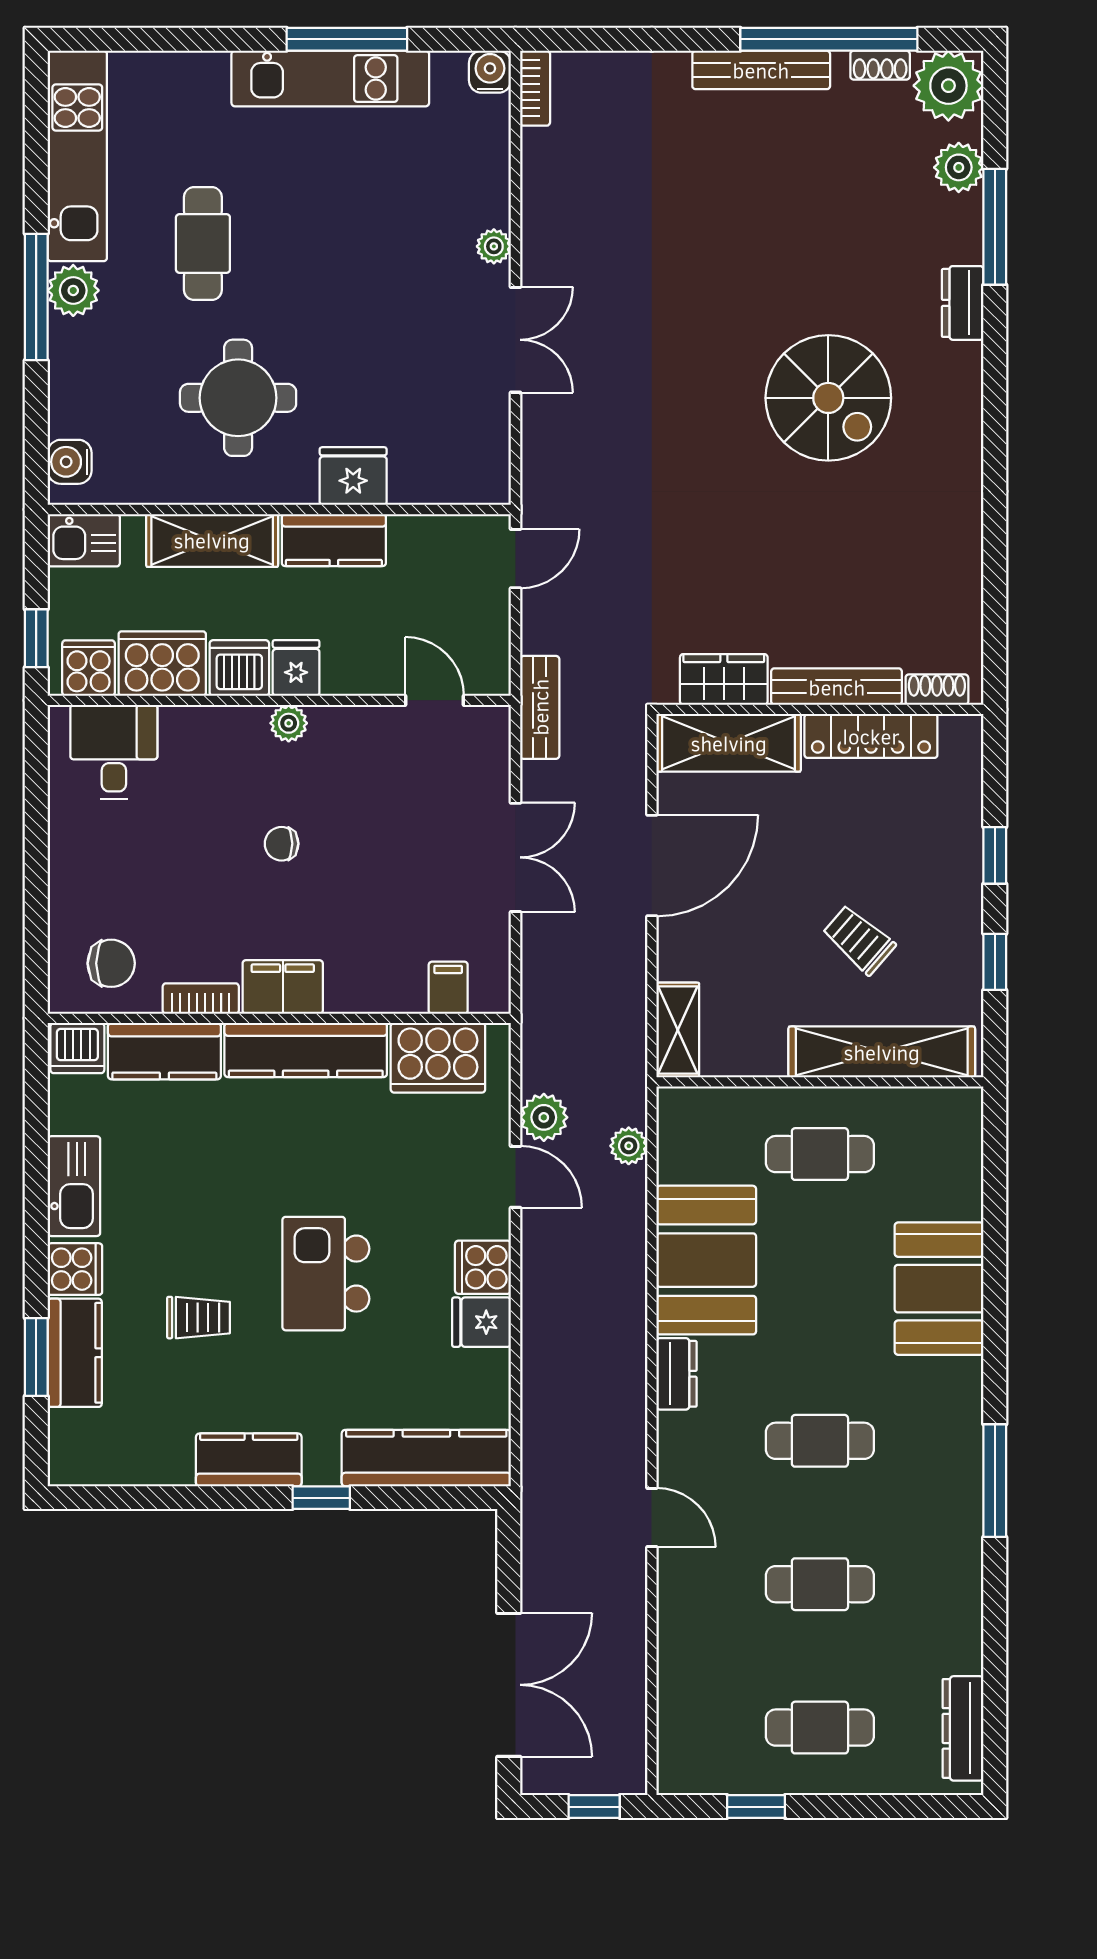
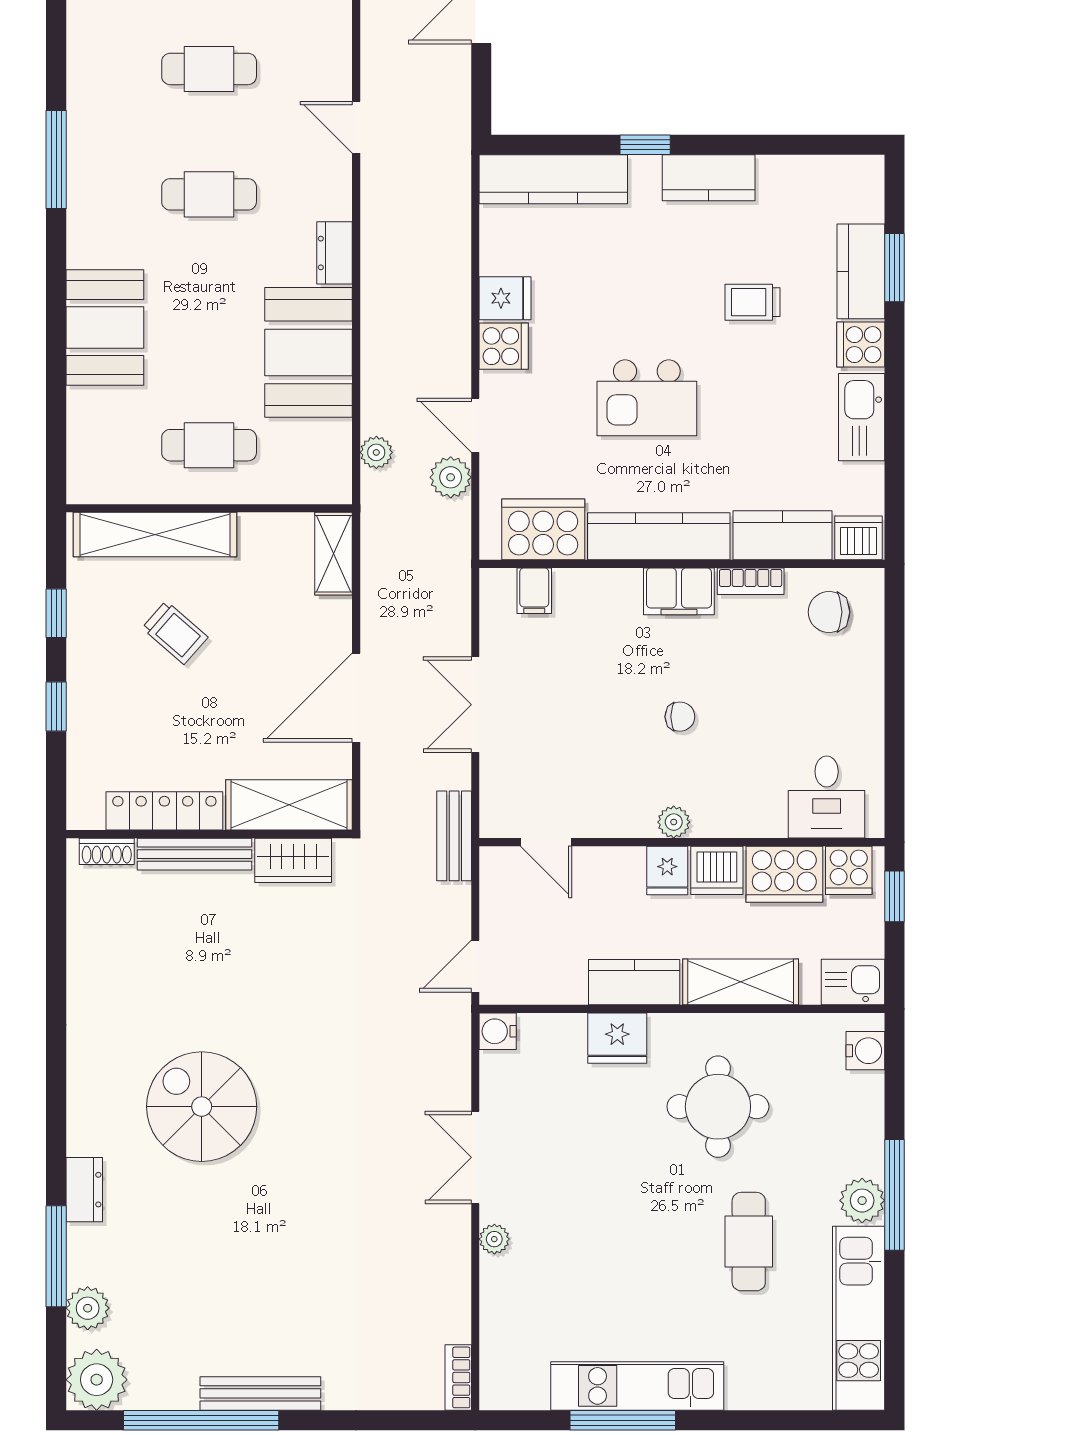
shoe rack: (880, 65) -> (156, 1398), removed
water cooler: (490, 72) -> (498, 1031), moved, turned 90
kitchen island: (326, 1274) -> (647, 398), moved, turned 90

